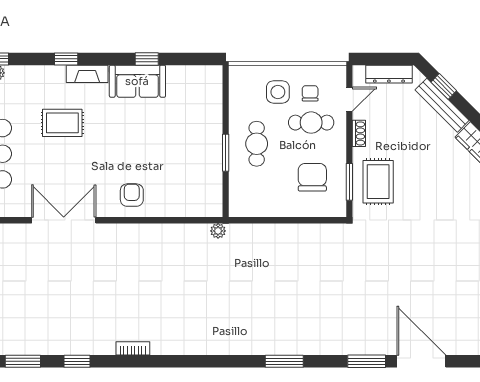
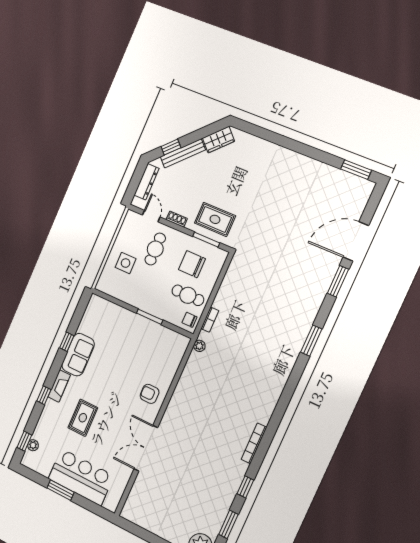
chair: (310, 93) -> (190, 320), moved
cafe table: (257, 144) -> (188, 295), moved
bookcase: (255, 230) -> (210, 320), added
bookcase: (133, 348) -> (254, 443), width x1.56

